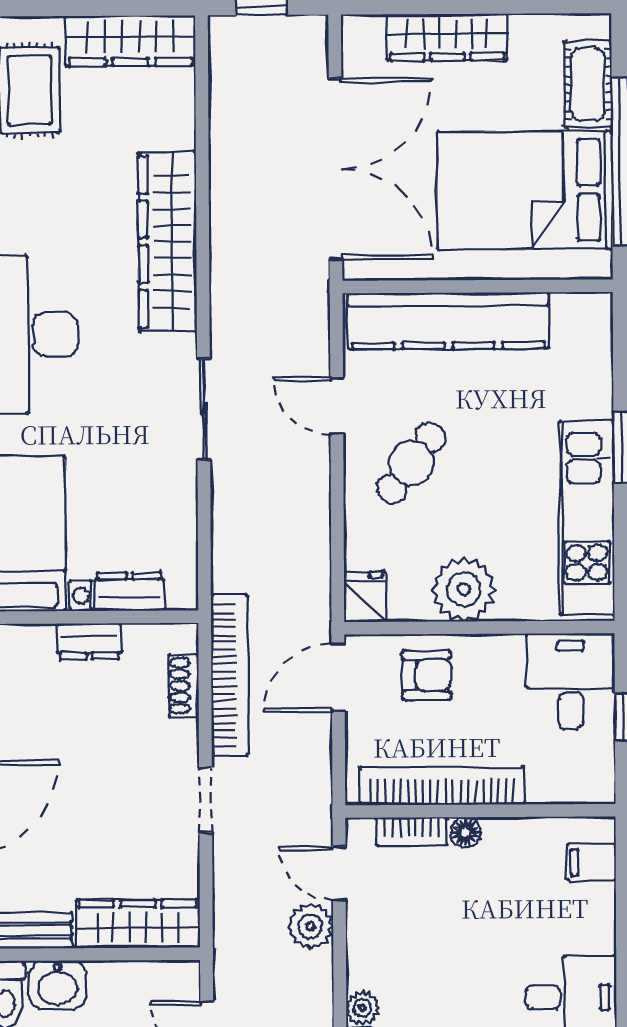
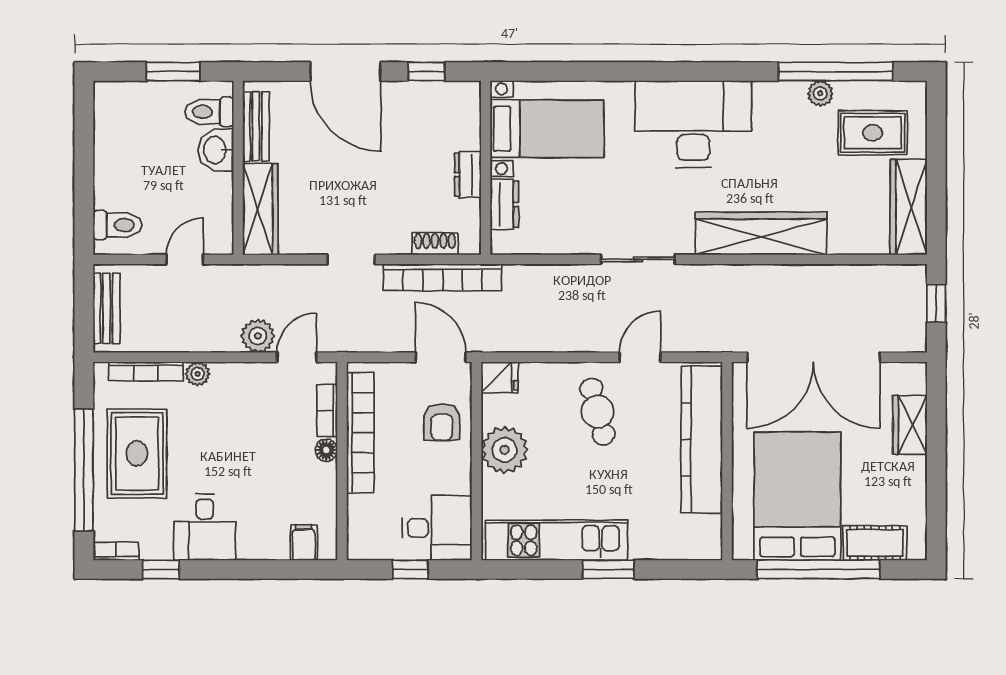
wardrobe: (447, 37) -> (910, 425), width x0.67
cafe table: (411, 463) -> (597, 412), turned 38

